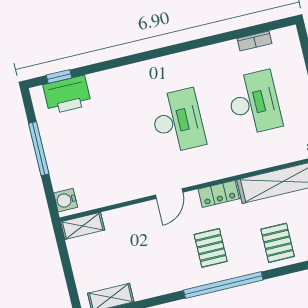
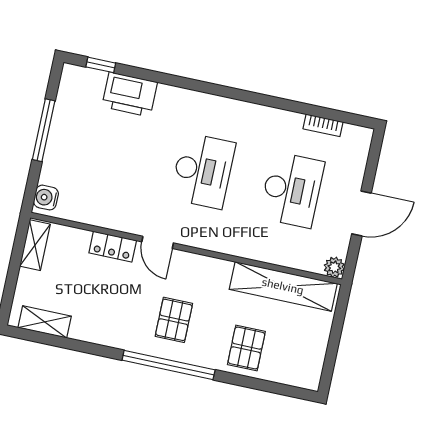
printer: (67, 95) -> (130, 94), moved
door: (169, 194) -> (158, 242), hinge flipped
locker: (219, 194) -> (113, 247), moved
shelving: (83, 226) -> (35, 245), moved, turned 90

